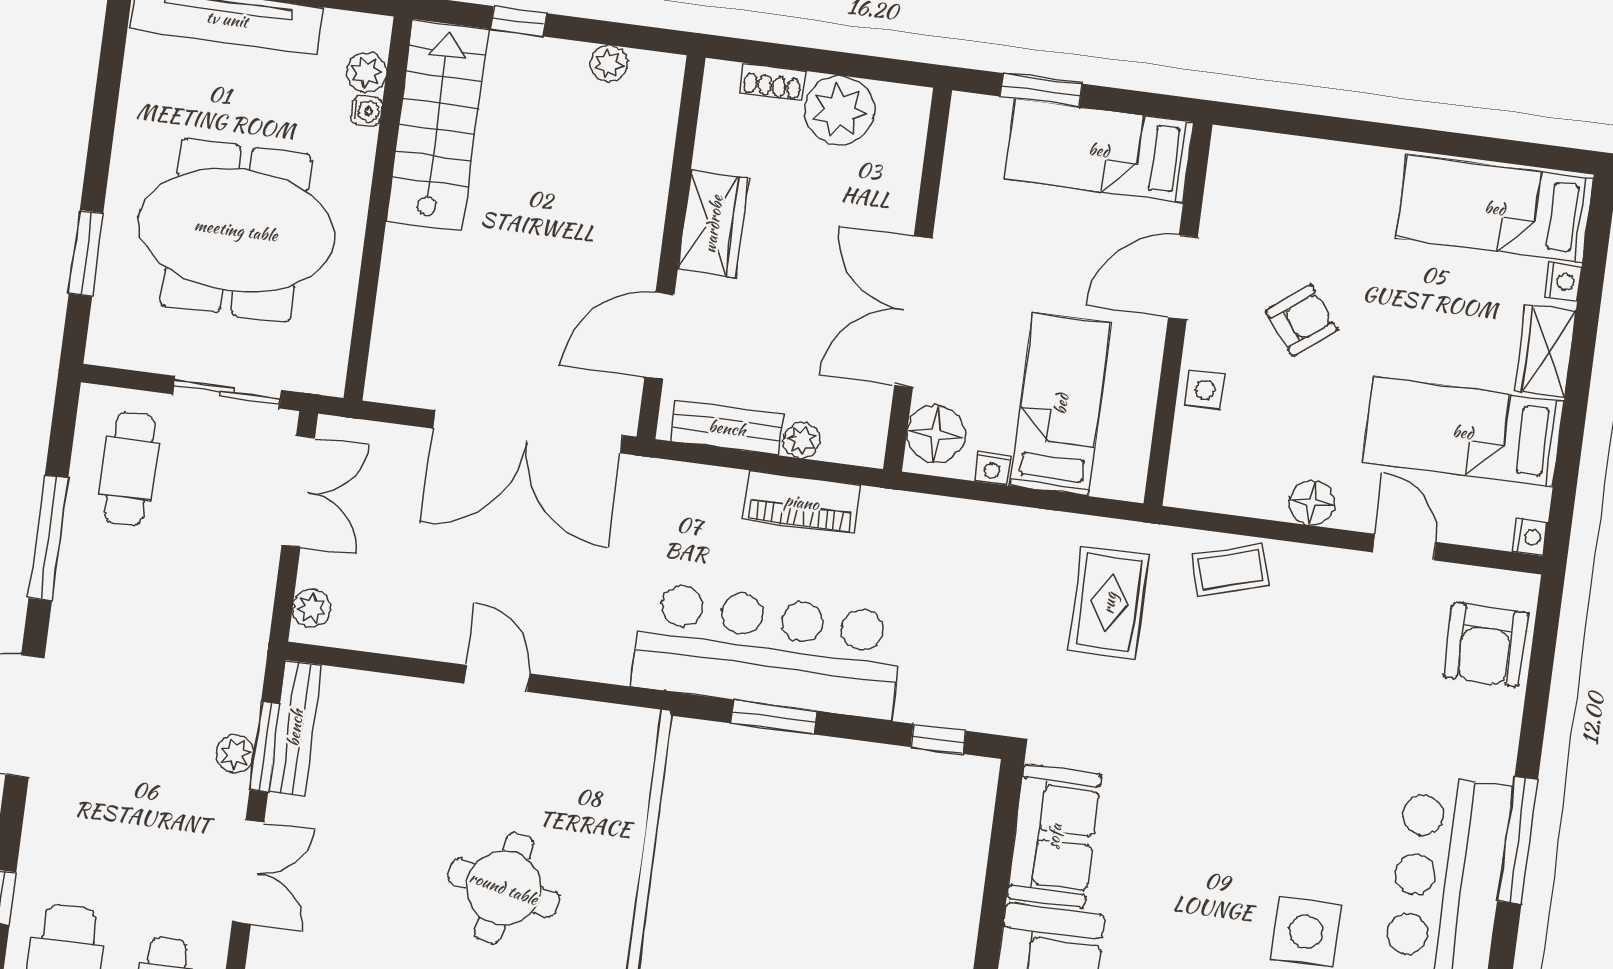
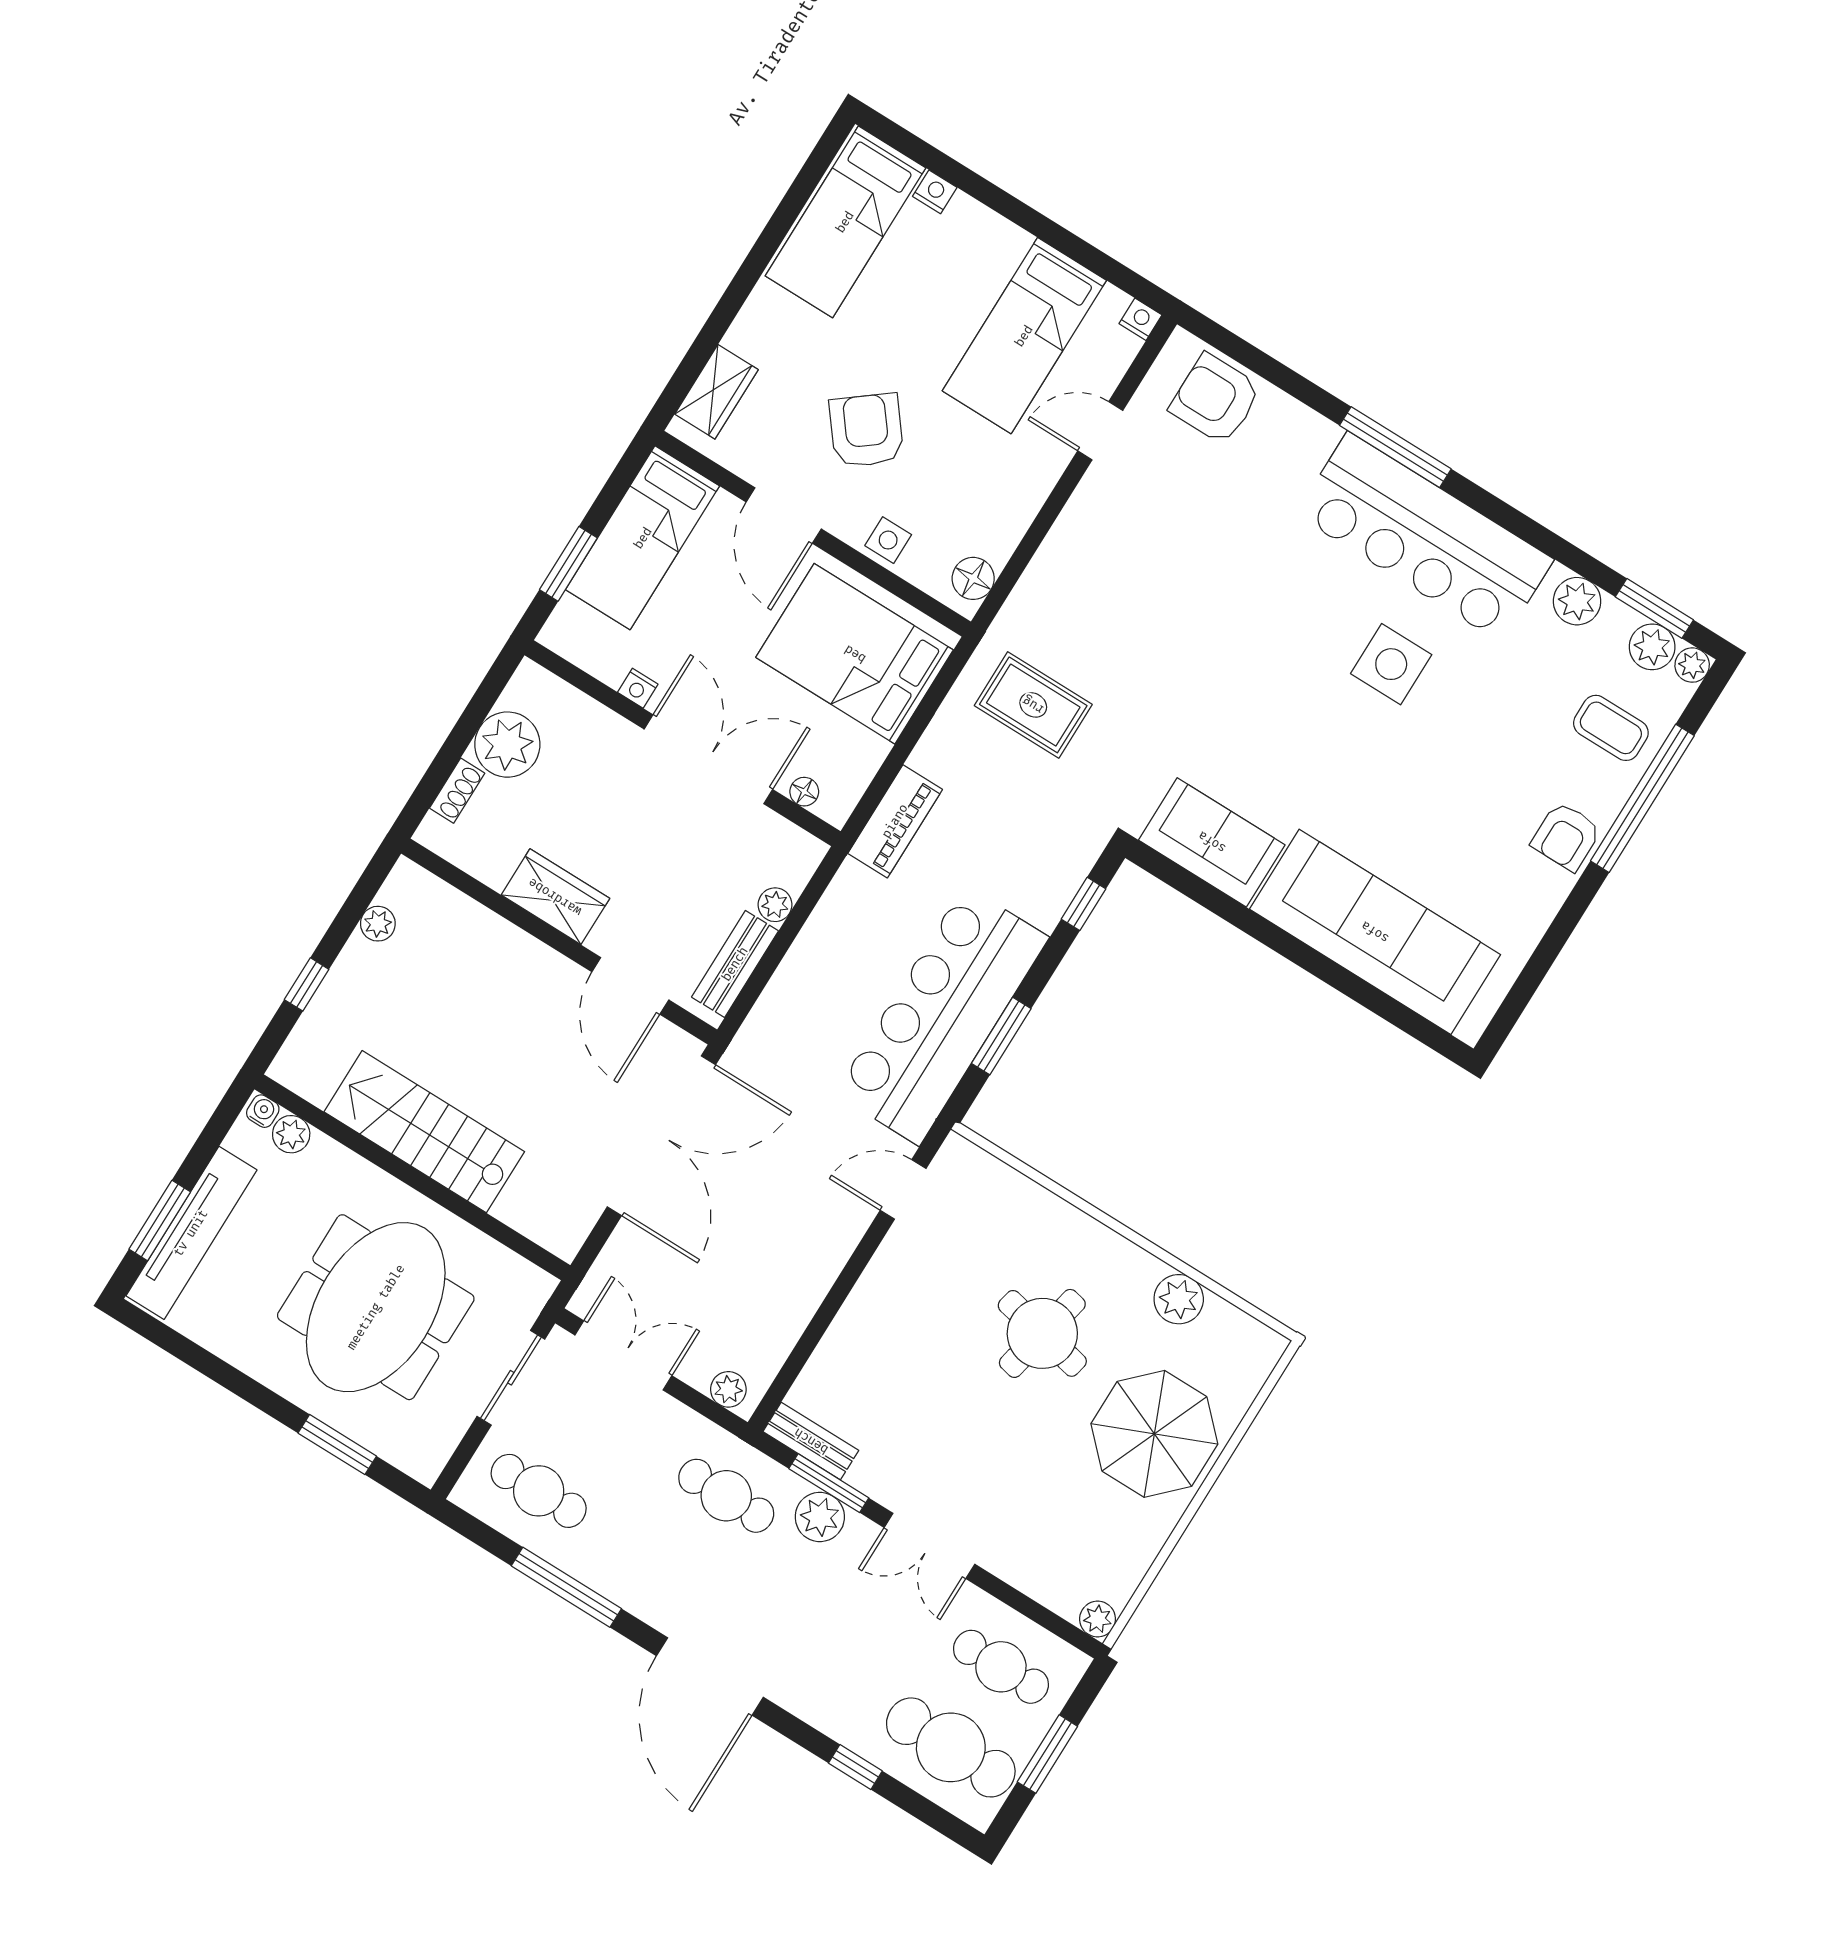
water cooler: (366, 111) -> (263, 1111), moved
stairs: (437, 125) -> (424, 1132), moved
double door: (913, 312) -> (708, 759), swing flipped
armchair: (1302, 320) -> (866, 430), width x1.38, depth x1.38
wardrobe: (1545, 351) -> (716, 392), moved, turned -90
bed: (1061, 404) -> (855, 654), width x1.50
floor lamp: (936, 434) -> (804, 792), width x0.53, depth x0.53
nightstand: (993, 468) -> (638, 688), moved, turned 90
piano: (802, 502) -> (895, 821), moved
floor lamp: (1312, 503) -> (973, 578), moved
coffee table: (1230, 570) -> (1052, 588), removed
armchair: (1486, 645) -> (1216, 399), turned 180
cafe table: (207, 653) -> (726, 1496), added
door: (497, 678) -> (903, 1189), moved
bench: (295, 728) -> (811, 1441), width x0.73
plant: (235, 754) -> (820, 1517), width x1.38, depth x1.38
double door: (248, 872) -> (929, 1546), swing flipped

